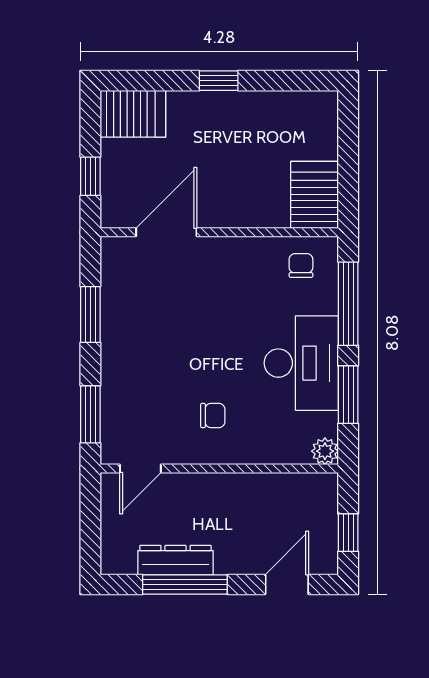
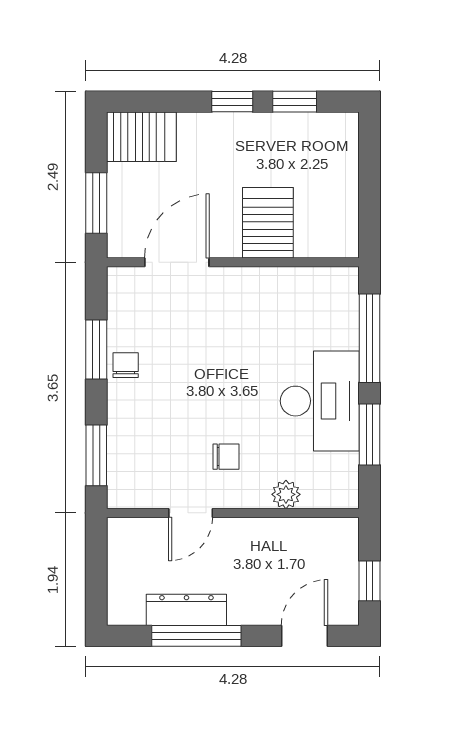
window: (278, 81) -> (295, 102), added
window: (90, 176) -> (96, 203), width x1.50
server rack: (315, 195) -> (268, 223), moved
chair: (301, 265) -> (126, 365), moved
plant: (325, 451) -> (286, 494), moved
door: (140, 469) -> (191, 513), moved

